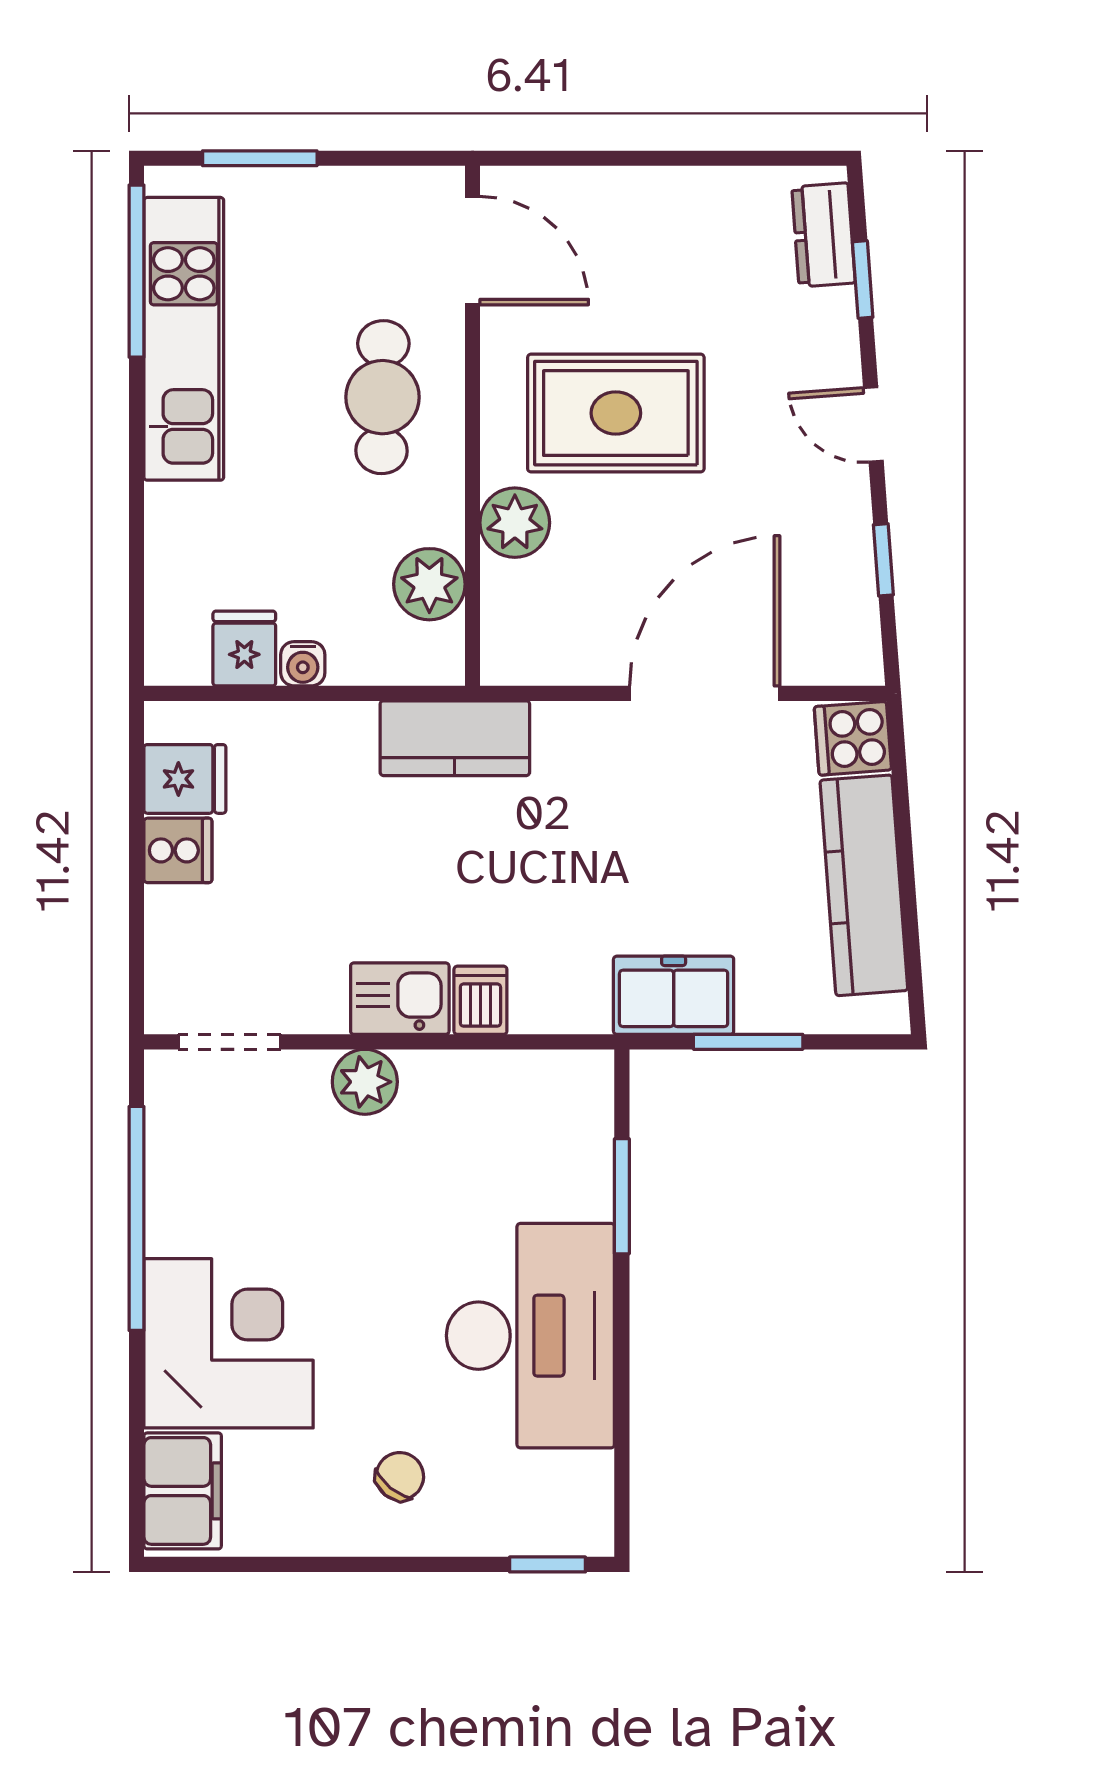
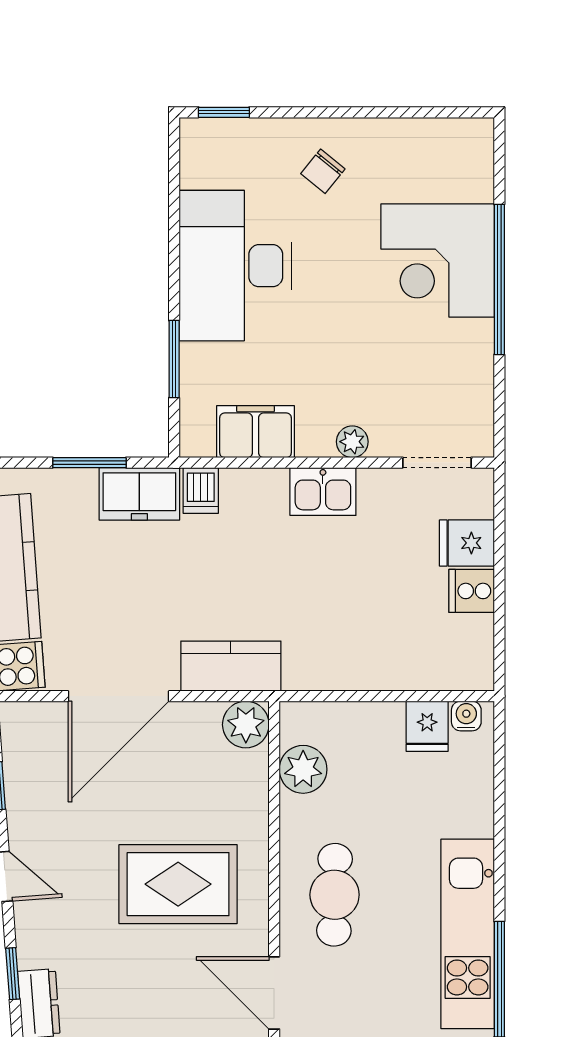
plant: (515, 523) -> (246, 725), moved
water cooler: (303, 664) -> (466, 716), moved
kitchen counter: (455, 738) -> (231, 666), moved
fridge: (185, 779) -> (467, 543), moved
dishwasher: (480, 1000) -> (201, 490), moved
plant: (365, 1082) -> (352, 442), width x0.73, depth x0.73
window: (137, 1218) -> (499, 280), moved
filing cabinet: (183, 1491) -> (256, 432), moved, turned 90

